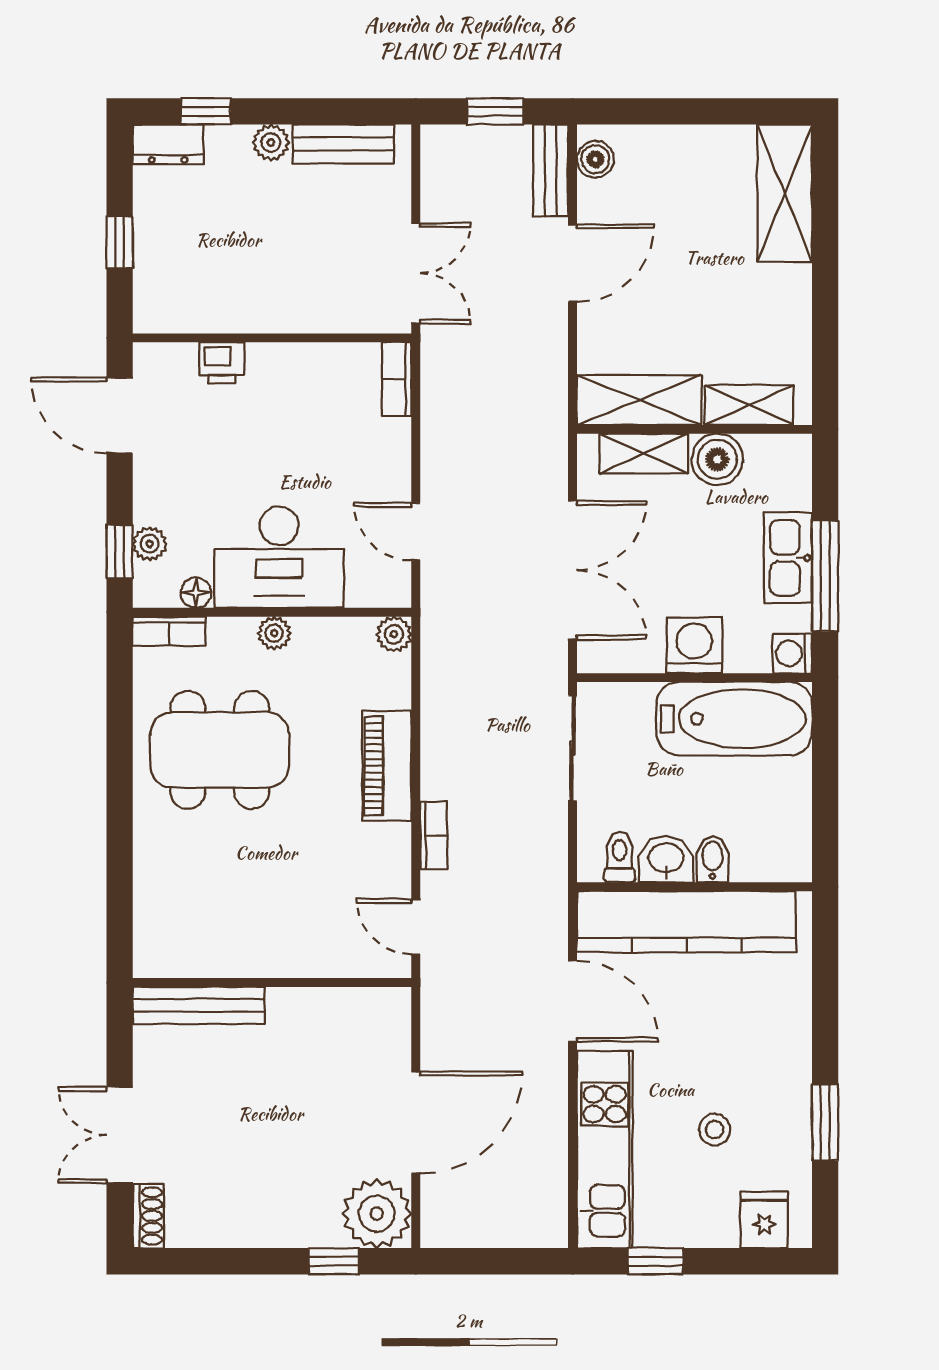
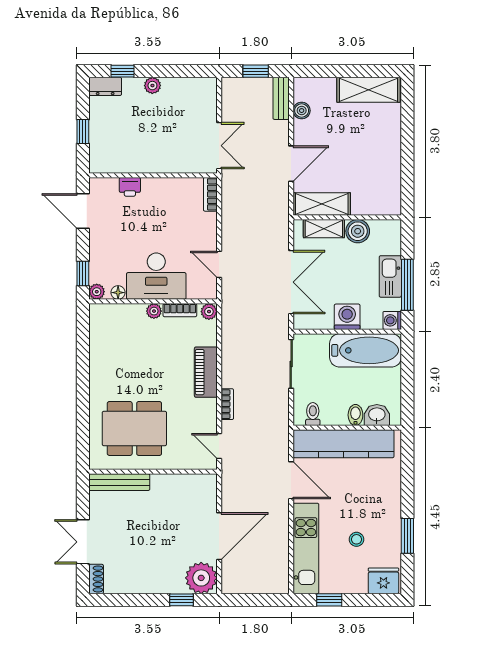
bench: (343, 144) -> (186, 86), removed
boiler: (595, 159) -> (302, 111), moved
shelving: (785, 193) -> (368, 90), moved, turned 90
door: (573, 263) -> (291, 164), moved
shelving: (749, 405) -> (372, 206), removed
plant: (150, 544) -> (97, 292), moved
bookcase: (169, 631) -> (180, 310), moved
dining table: (220, 750) -> (134, 428), moved
washbasin: (666, 859) -> (377, 415), moved
fridge: (764, 1220) -> (383, 581), width x1.38

